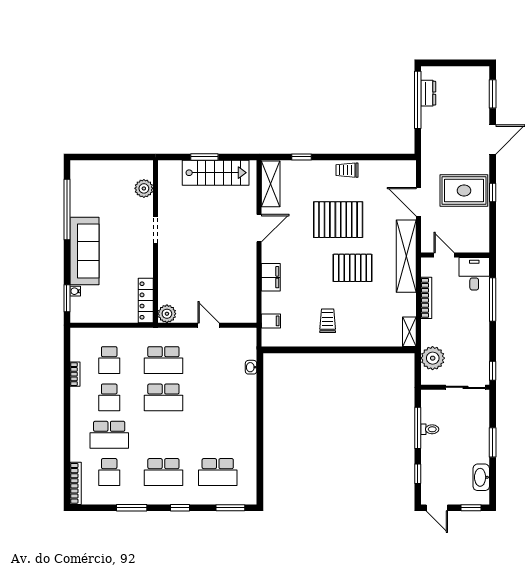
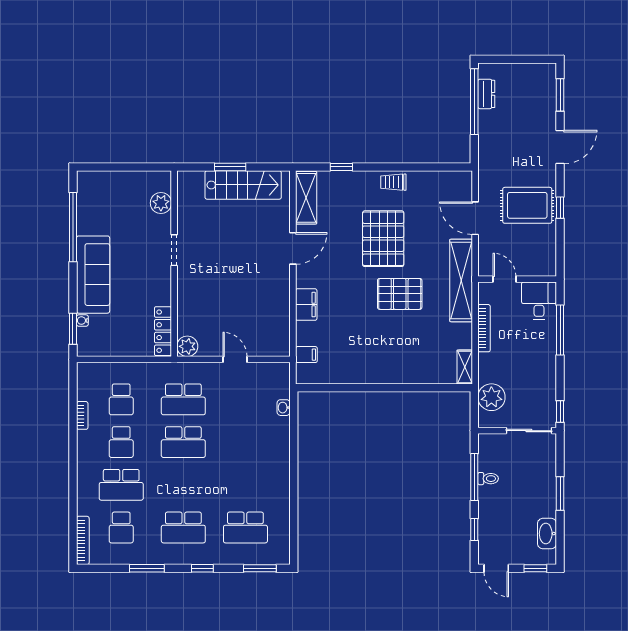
pallet: (338, 220) -> (383, 239), turned 90
trolley: (328, 321) -> (371, 354), removed

